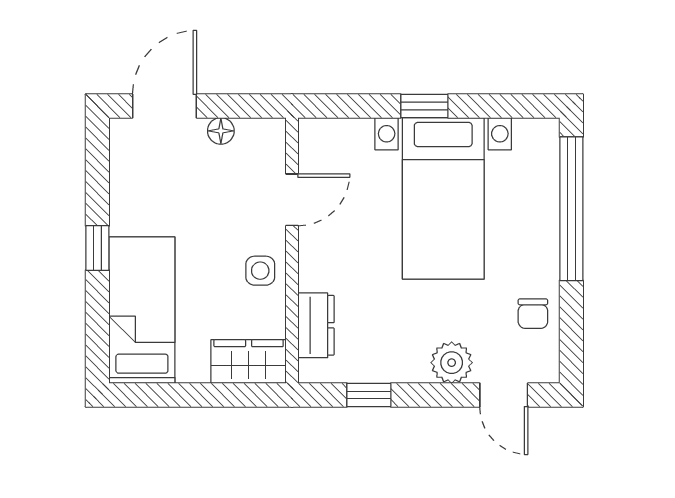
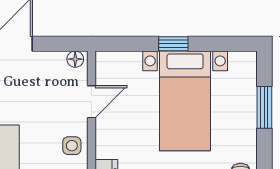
floor lamp: (221, 131) -> (75, 59), moved
window: (571, 209) -> (264, 107), width x0.47

